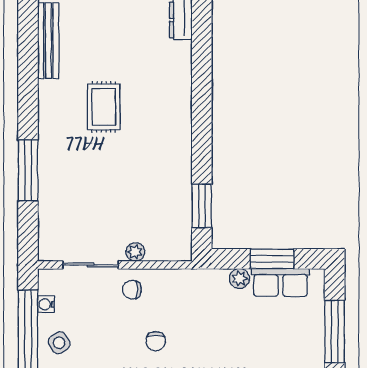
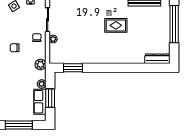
plant: (194, 281) -> (41, 65), added

